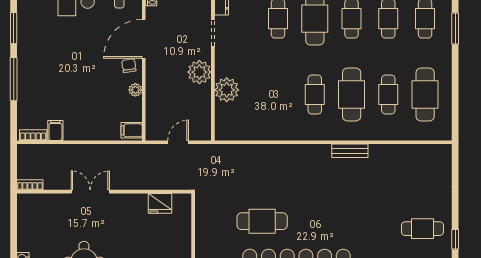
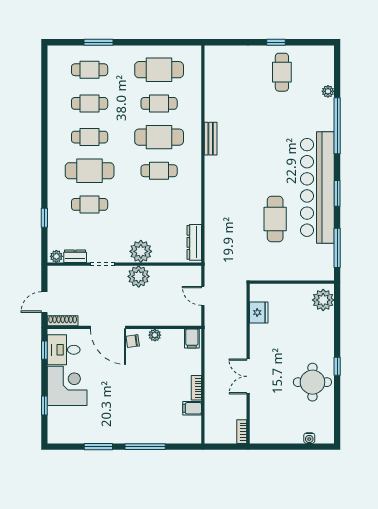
plant: (227, 90) -> (141, 251), moved
dresser: (237, 133) -> (194, 242), added
bookcase: (33, 135) -> (196, 388), moved
window: (455, 239) -> (276, 42), moved

